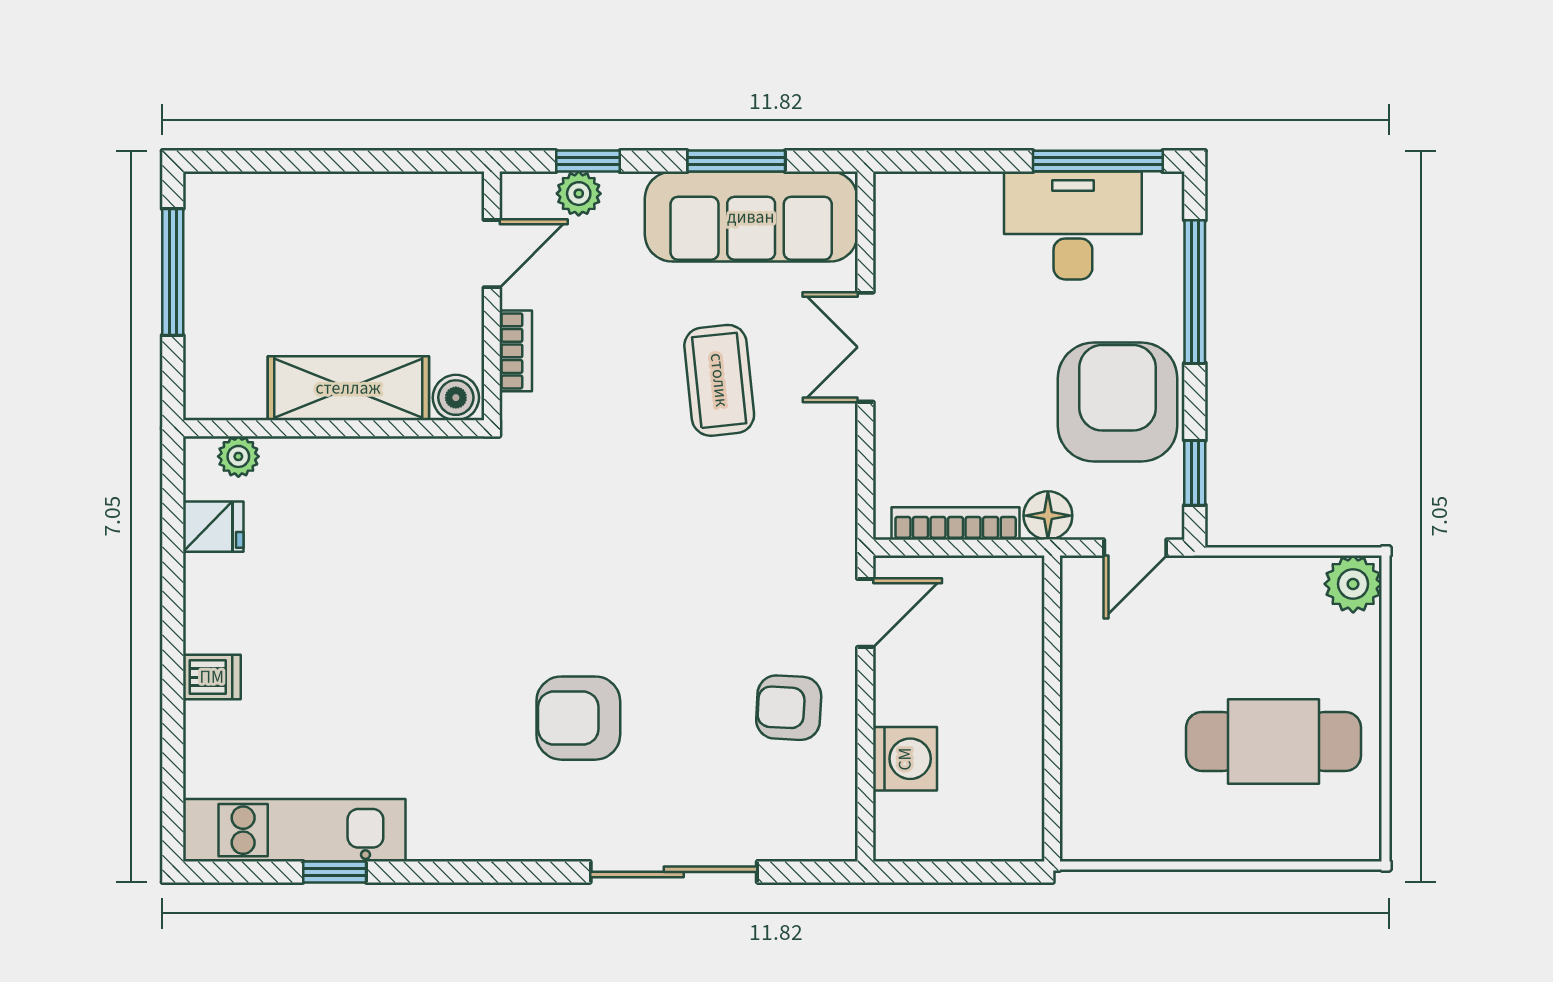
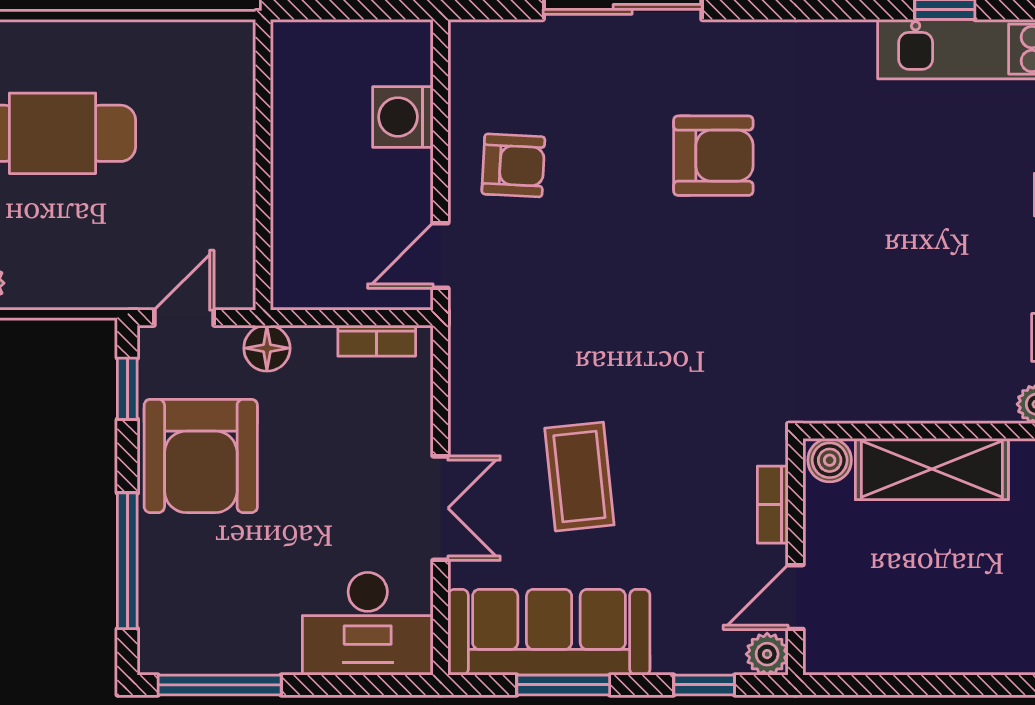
plant: (579, 194) -> (767, 654), moved
desk: (1073, 225) -> (368, 624), moved
bookcase: (956, 523) -> (377, 341), width x0.64

